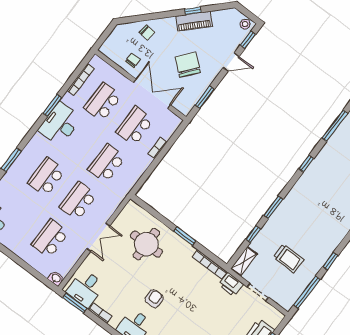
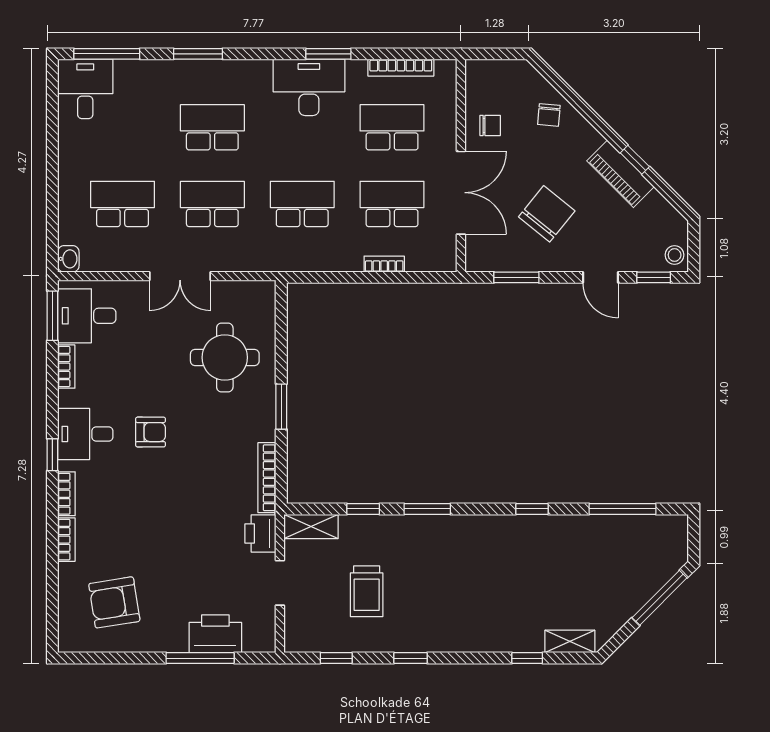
window: (307, 292) -> (336, 658), width x0.46

